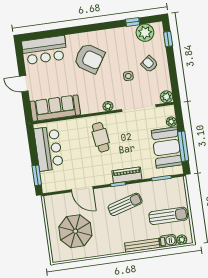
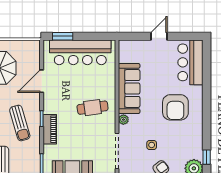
armchair: (89, 58) -> (175, 107), turned -33
sofa: (55, 108) -> (129, 88), moved
bar counter: (49, 149) -> (80, 52), width x1.36

